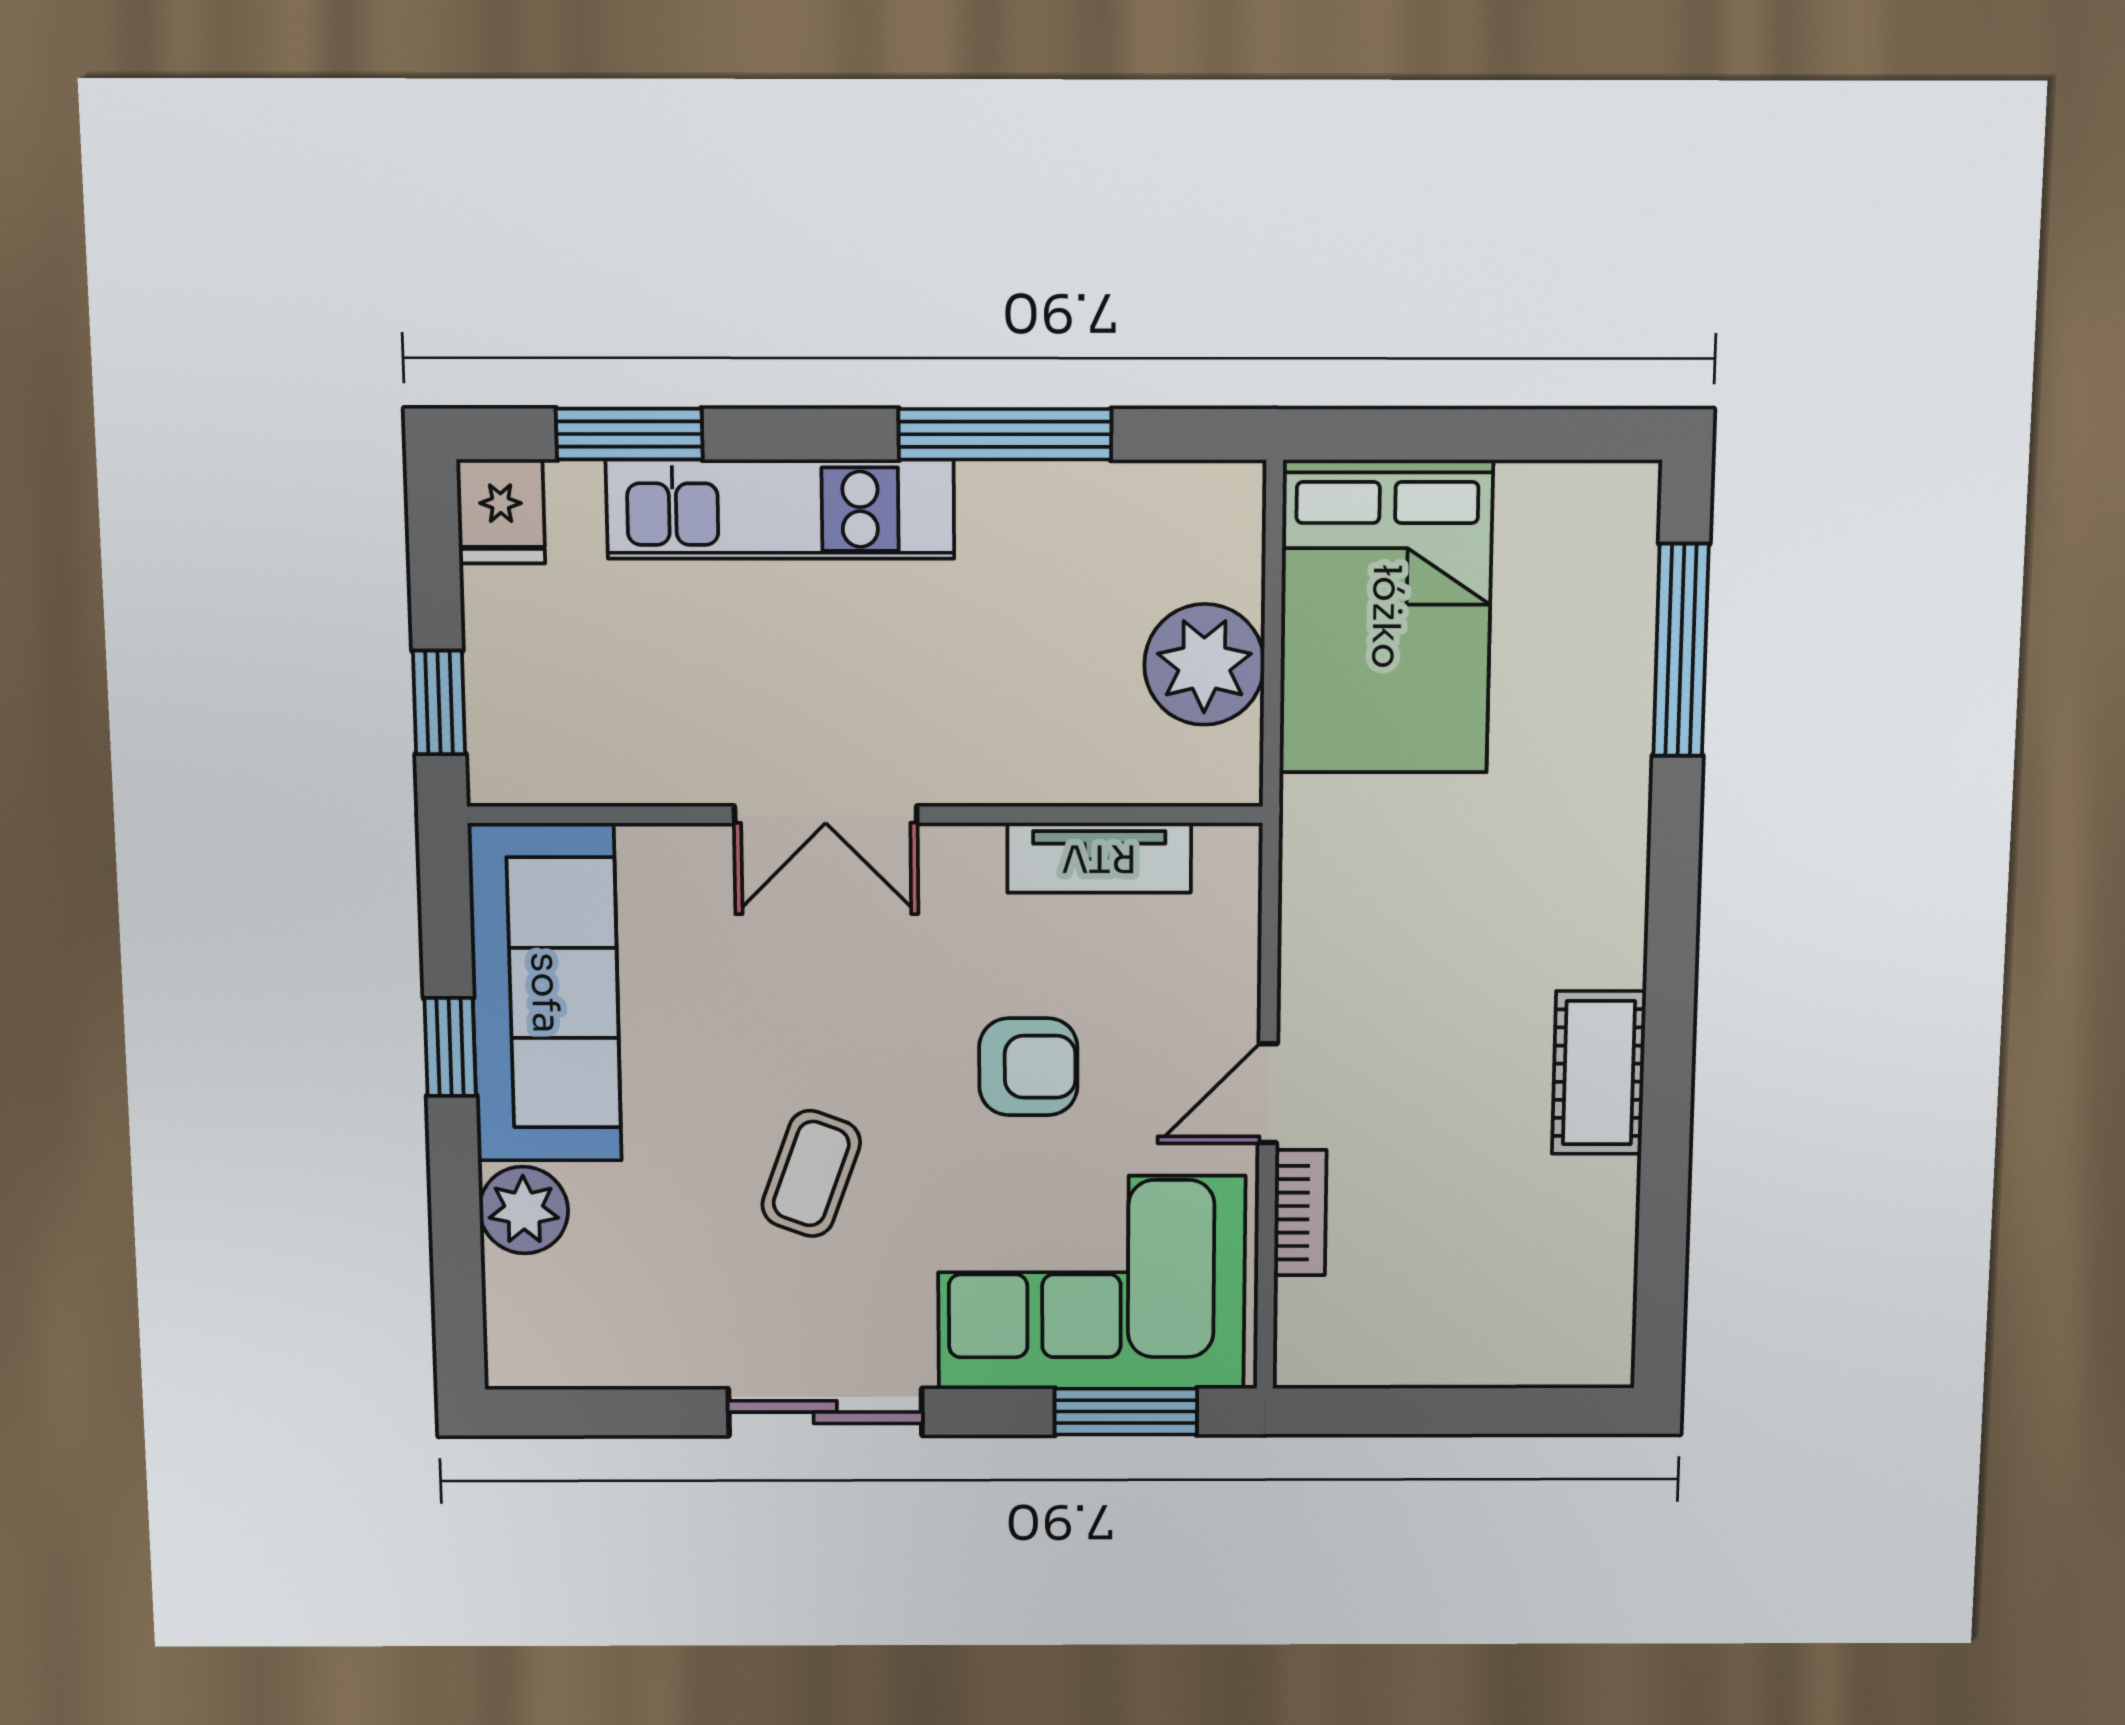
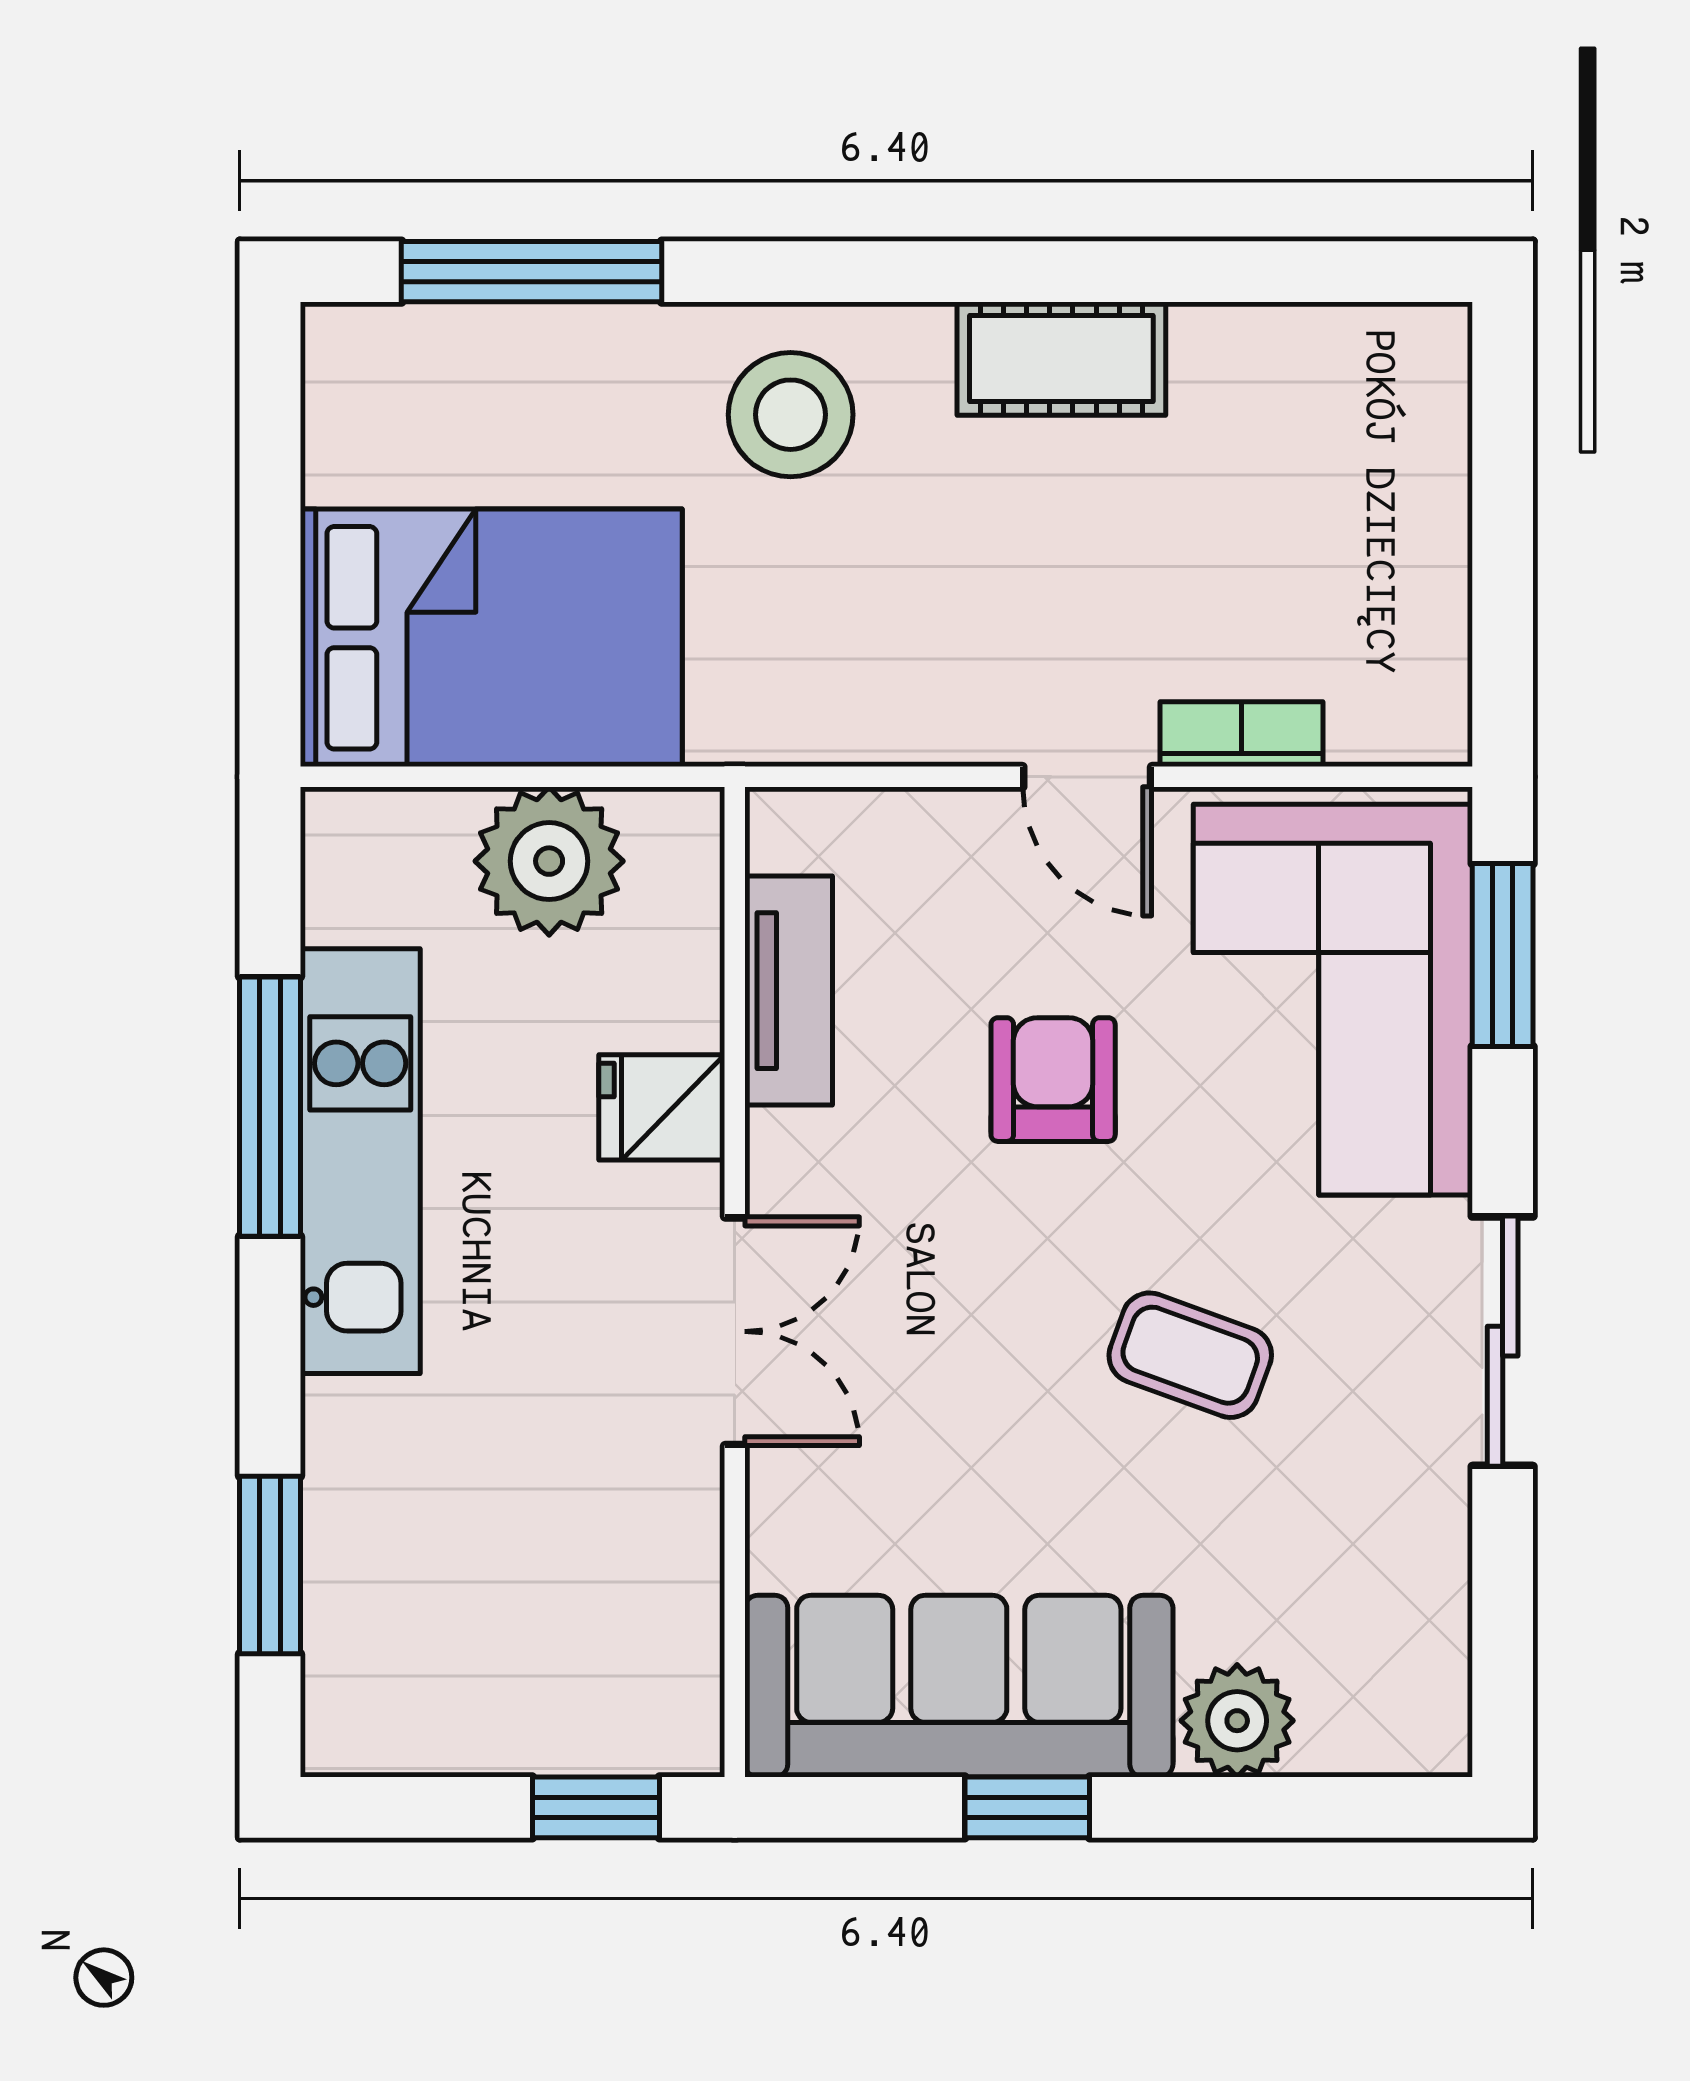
kitchen unit: (780, 509) -> (360, 1161), moved
fridge: (501, 511) -> (662, 1107), moved, turned 180
stool: (1560, 859) -> (791, 415), added

